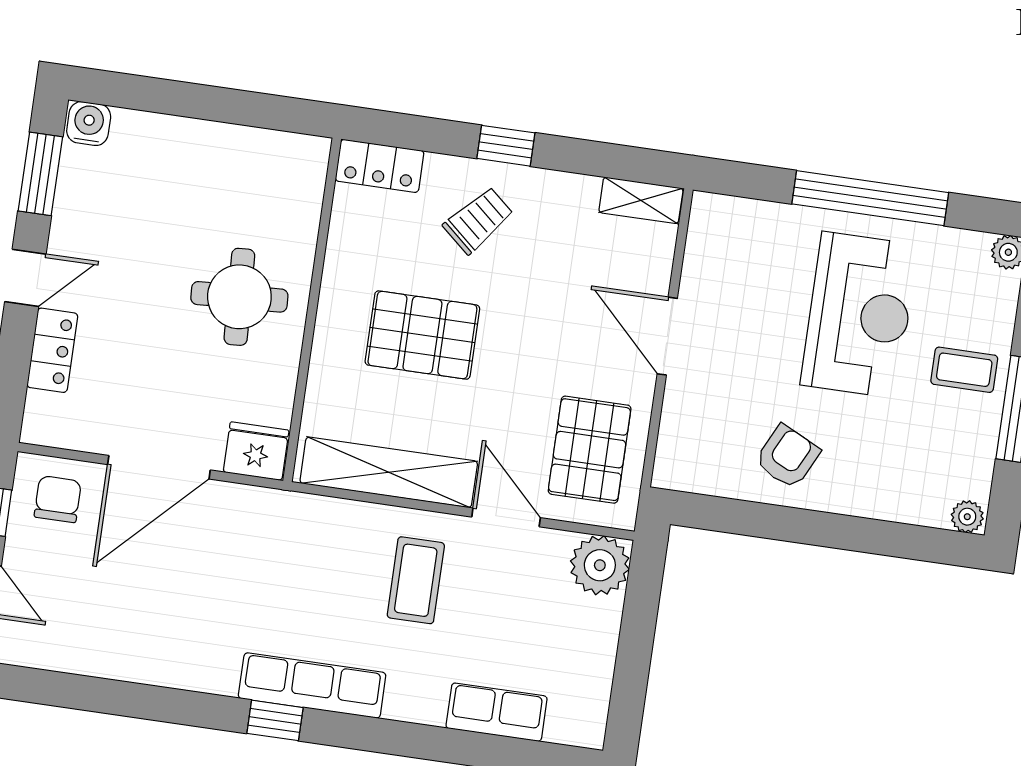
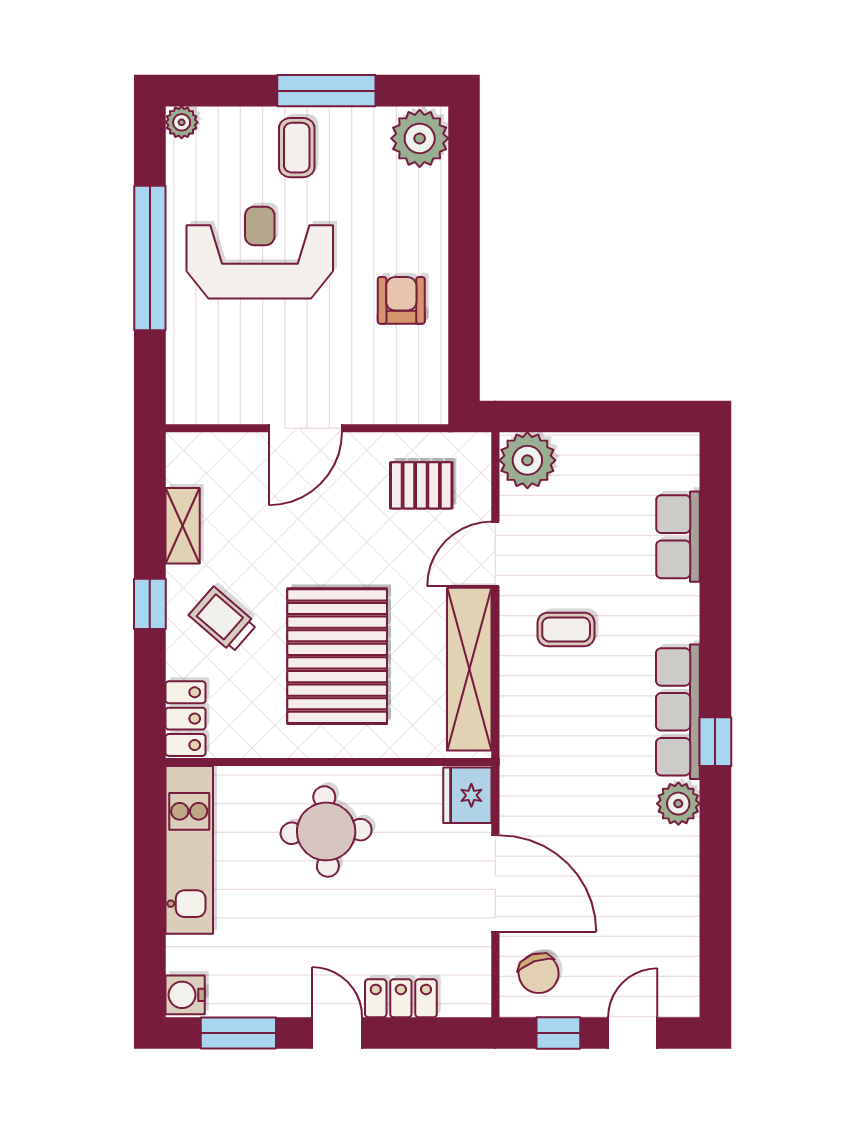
kitchen unit: (241, 150) -> (189, 850), added
shelving: (641, 200) -> (183, 526), moved
pallet: (422, 335) -> (337, 656), width x1.37, depth x1.41
pallet: (590, 450) -> (421, 485), width x0.67, depth x0.71
armchair: (787, 457) -> (401, 300), turned 64
chair: (58, 499) -> (539, 973), turned -109
plant: (967, 517) -> (420, 138), width x1.88, depth x1.88
coffee table: (416, 580) -> (566, 629), width x0.73, depth x0.77
plant: (215, 672) -> (678, 804), added

